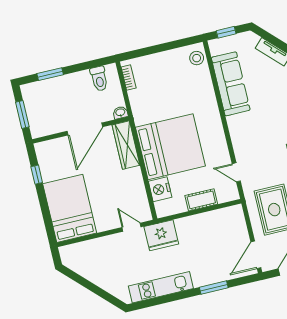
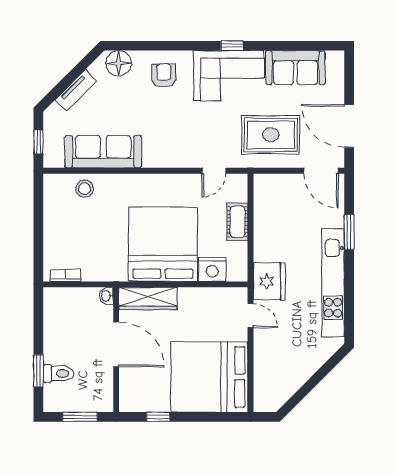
stool: (197, 58) -> (85, 189), moved
toilet: (99, 79) -> (58, 373), moved
bed: (70, 208) -> (209, 377), width x1.36
door: (132, 227) -> (251, 316), swing flipped
kitchen unit: (161, 287) -> (333, 283), width x1.36

